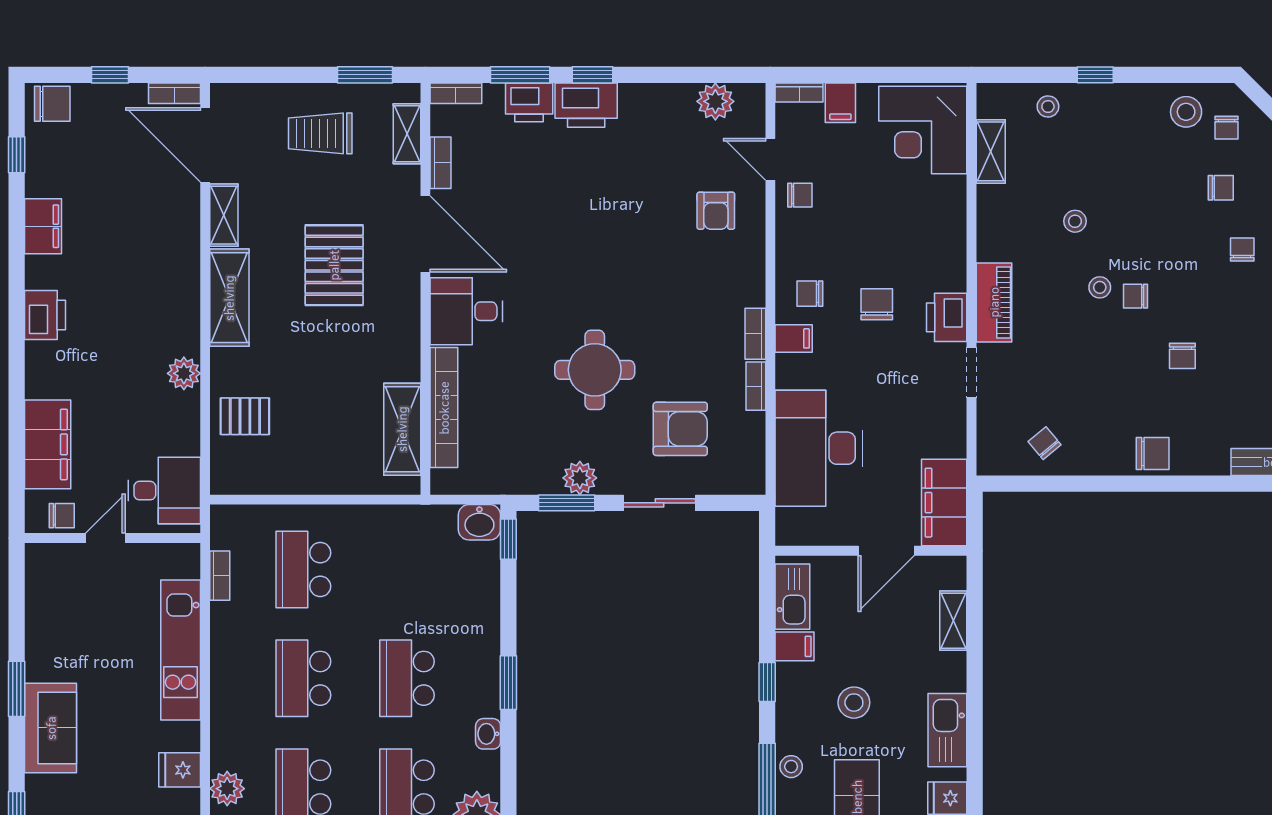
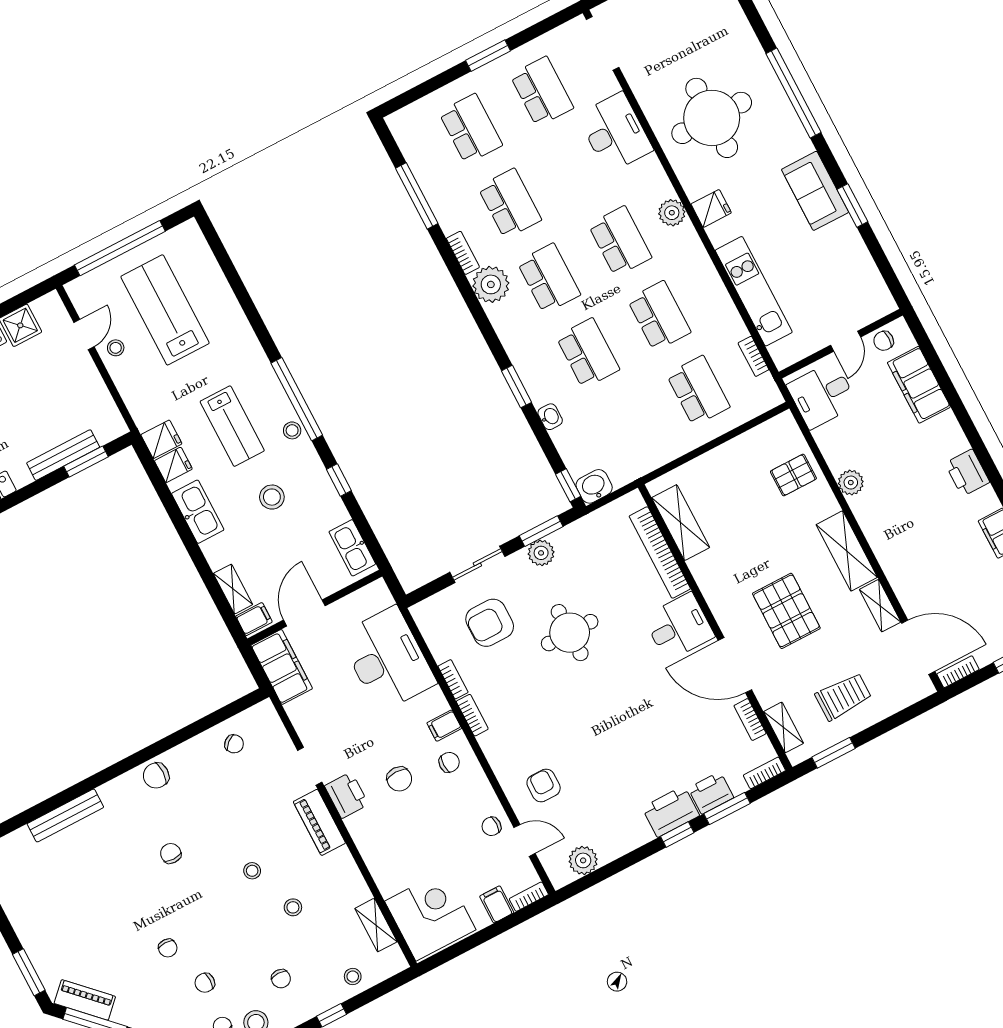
chair: (1135, 296) -> (281, 979), moved, turned 90
filing cabinet: (795, 646) -> (254, 619), moved, turned 180
washbasin: (488, 734) -> (550, 417), moved

